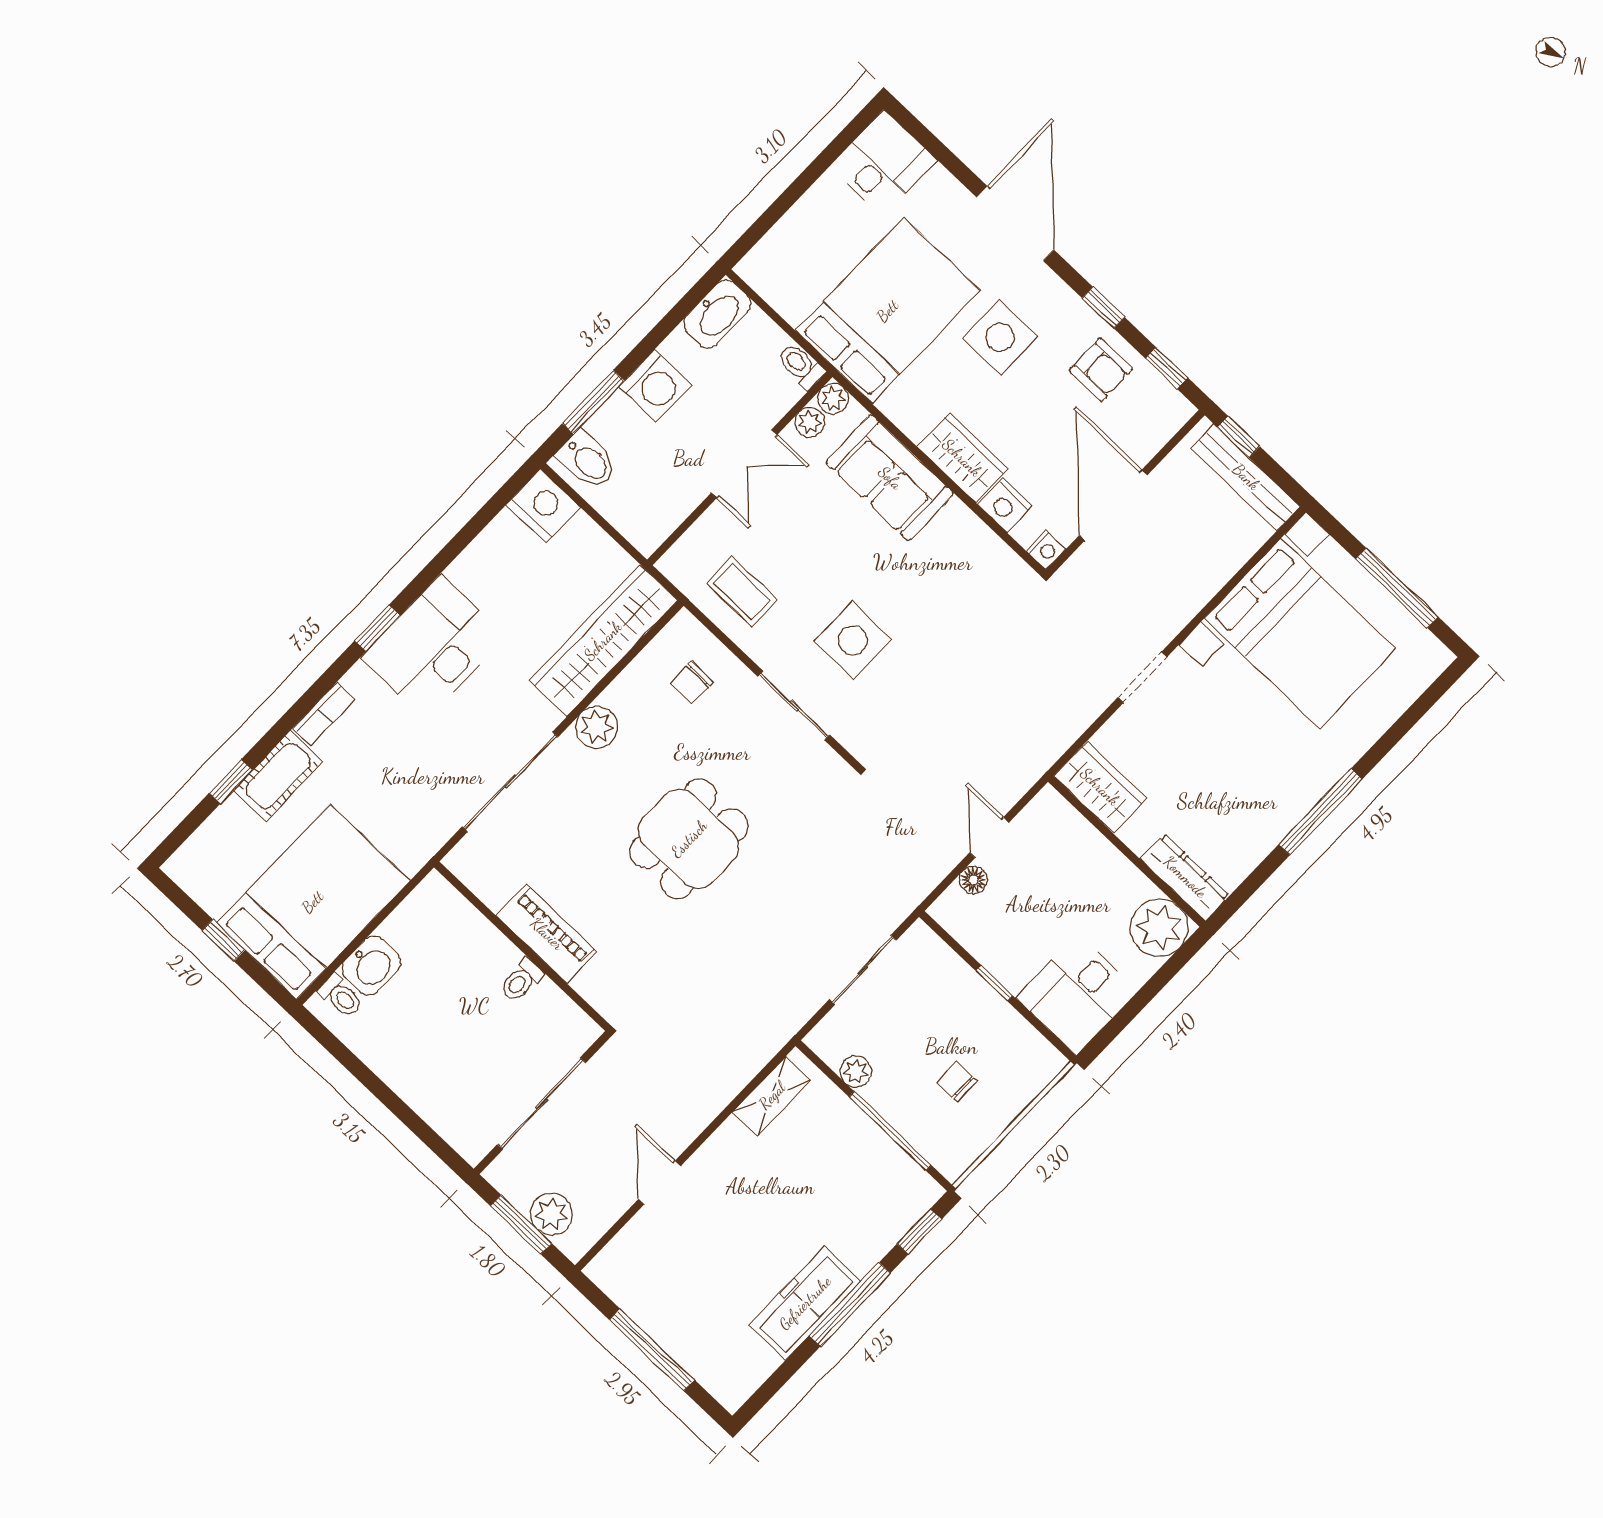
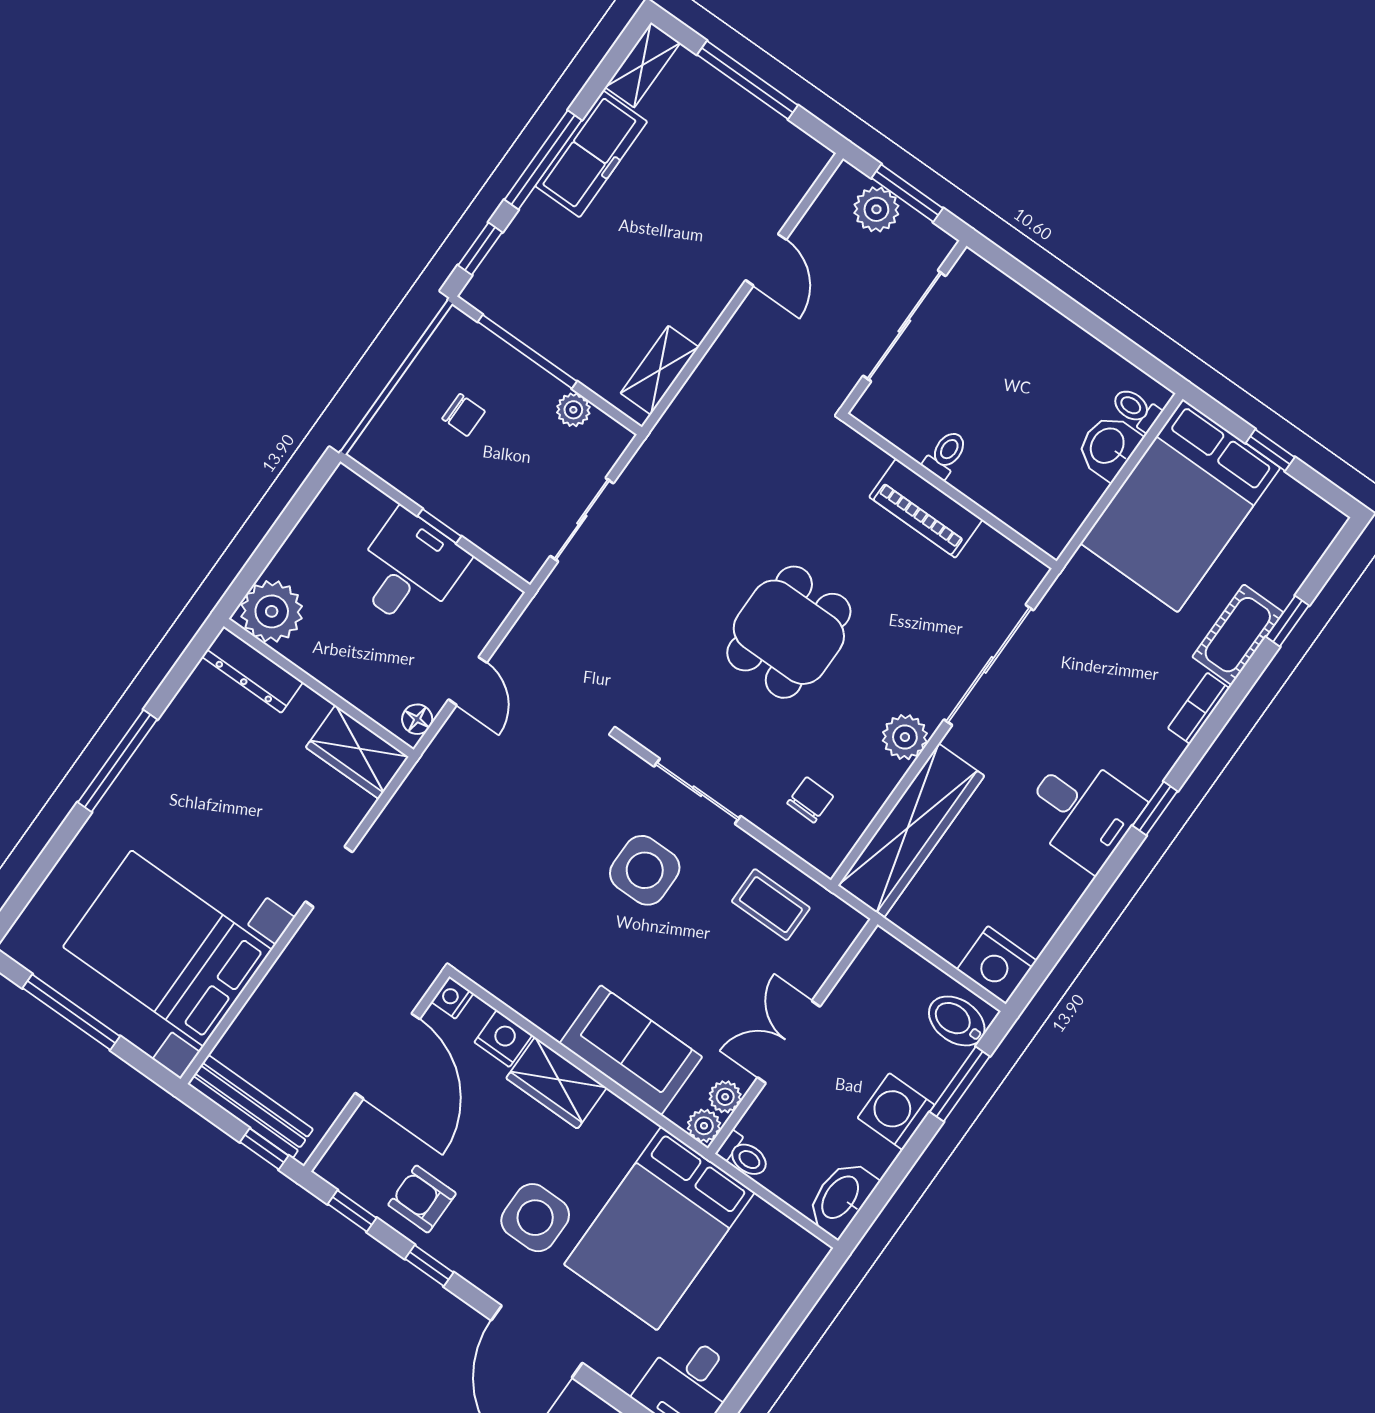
desk: (433, 647) -> (1082, 811), width x0.73
floor lamp: (973, 880) -> (417, 719), moved
desk: (1077, 994) -> (409, 570), moved
shelving: (746, 1378) -> (643, 65), added

